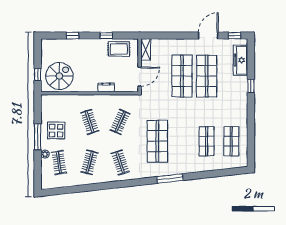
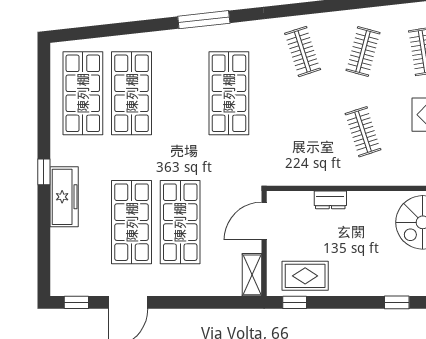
window: (106, 36) -> (295, 302), moved
freezer: (241, 60) -> (64, 197), moved
window: (251, 86) -> (44, 172), moved
clothes rail: (120, 122) -> (303, 132), removed
shop shelf: (207, 141) -> (132, 93), width x1.43, depth x1.36
shop shelf: (231, 141) -> (83, 93), width x1.43, depth x1.36

